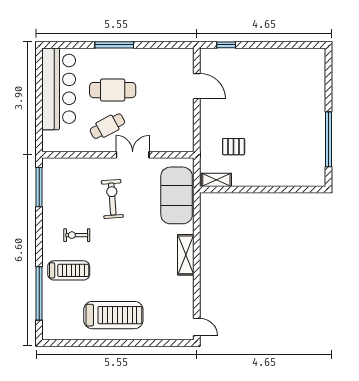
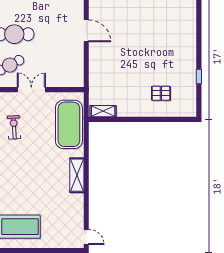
window: (328, 139) -> (199, 76), width x0.32
pallet: (234, 147) -> (161, 93), moved
exercise bike: (112, 199) -> (14, 127), width x0.73, depth x0.72

